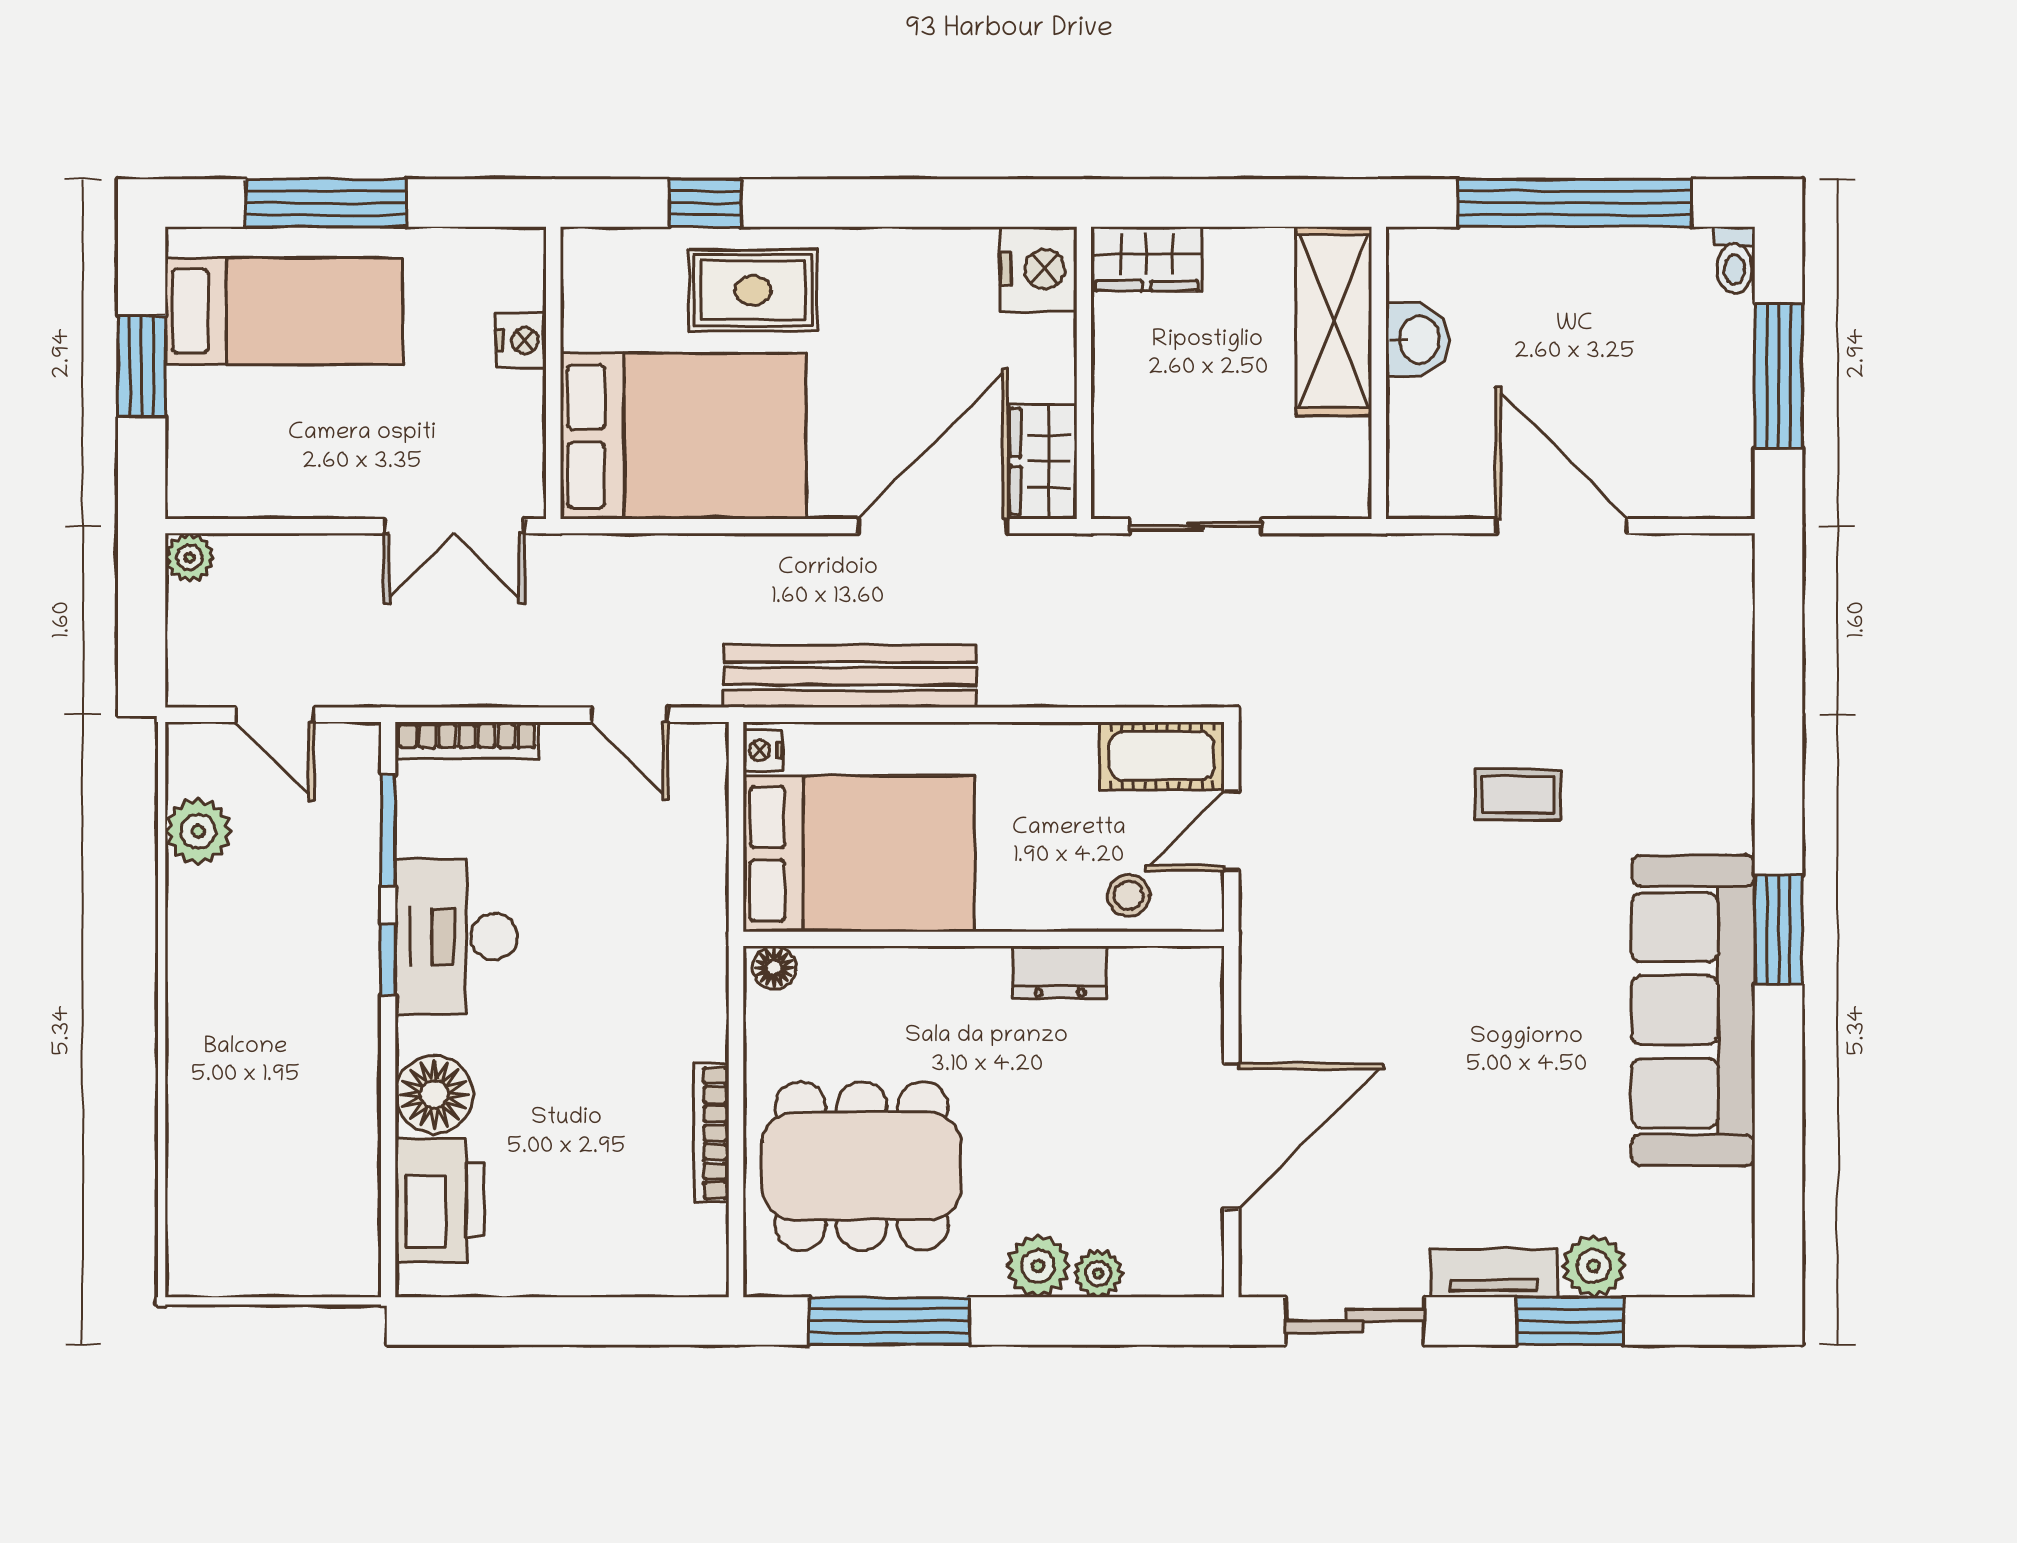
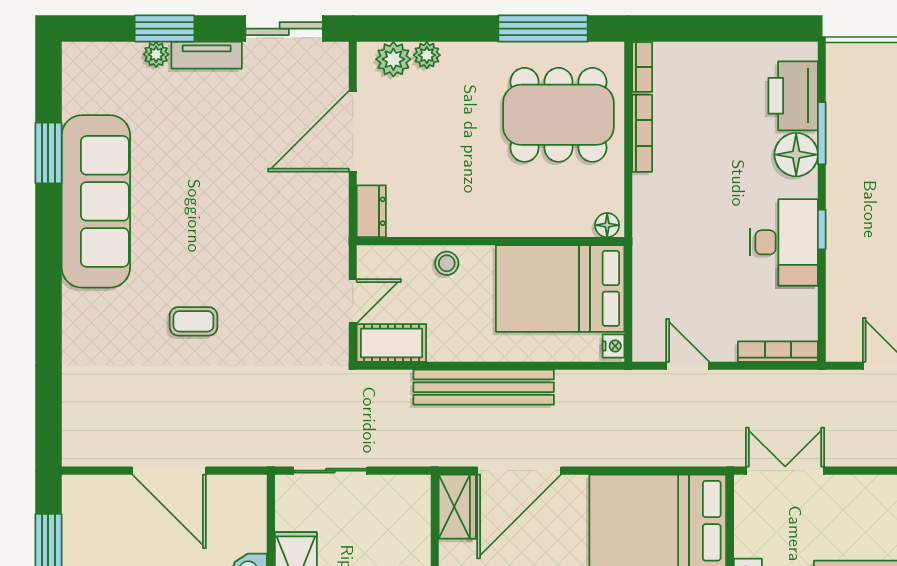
sliding door: (1196, 526) -> (330, 471), moved
bench: (850, 676) -> (484, 387), moved
window: (388, 830) -> (822, 133), moved
stool: (1129, 895) -> (447, 263), moved
window: (1779, 930) -> (48, 153), moved
dresser: (1060, 972) -> (371, 211), moved, turned 90
bookcase: (711, 1252) -> (642, 67), added
plant: (1038, 1266) -> (393, 59), moved
plant: (1594, 1266) -> (156, 54), width x0.73, depth x0.73

